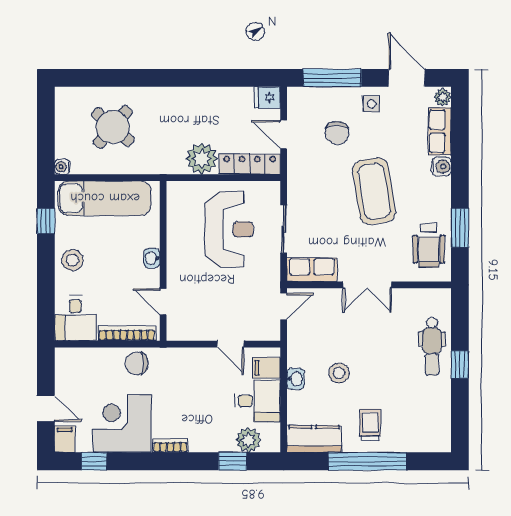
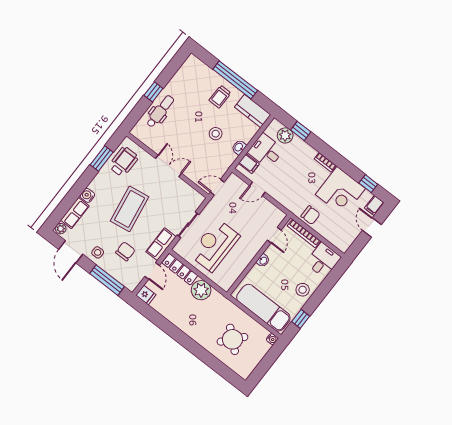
row of seats: (312, 270) -> (161, 244), moved, turned 90
door: (230, 344) -> (257, 189), swing flipped

